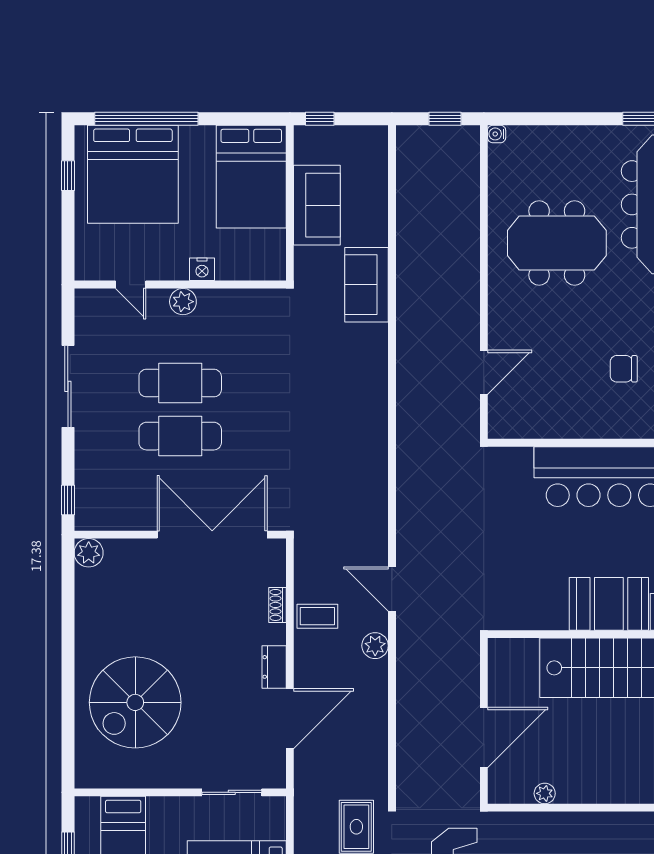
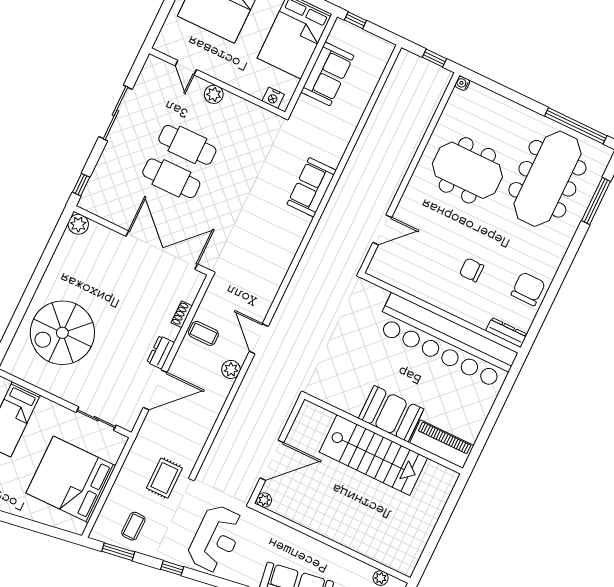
nightstand: (202, 269) -> (273, 98), moved
sofa: (367, 285) -> (312, 187), moved
plant: (545, 793) -> (264, 500), moved

